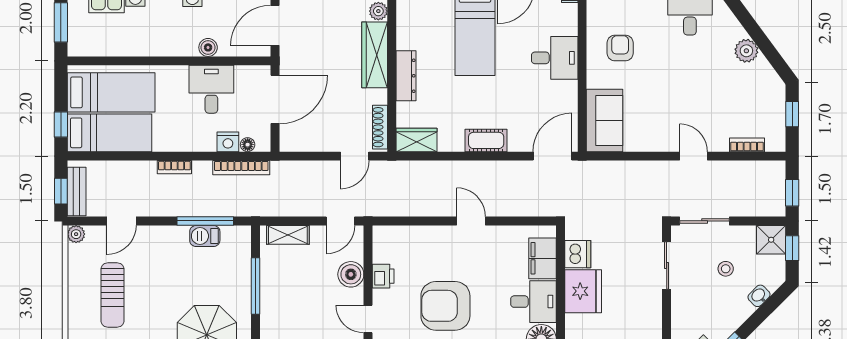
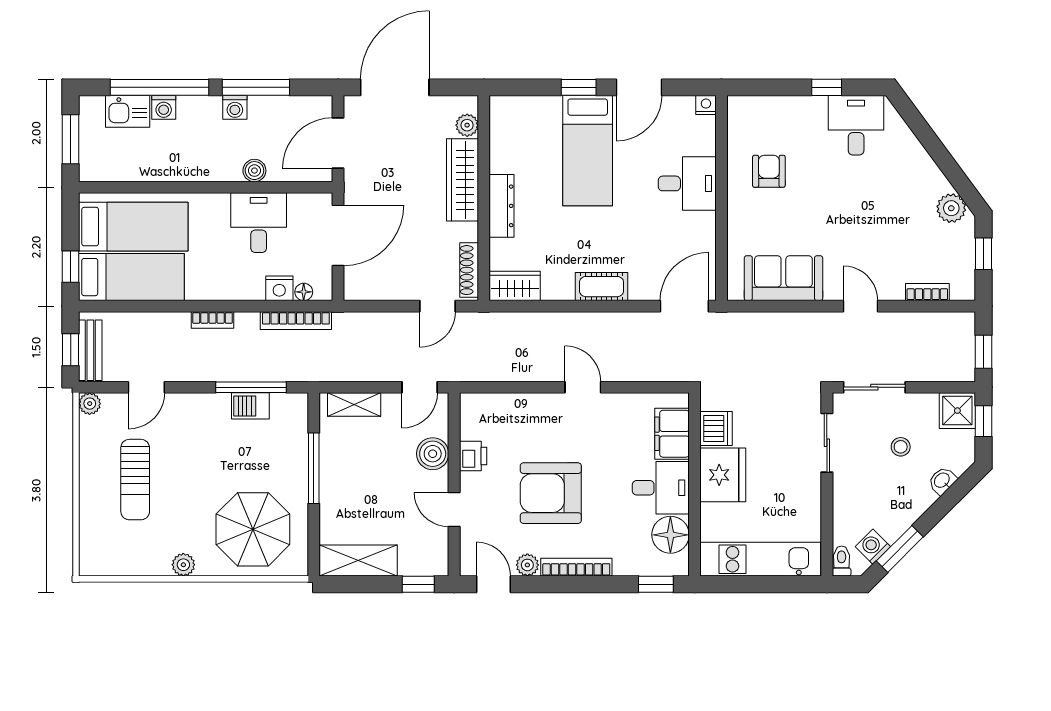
plant: (746, 51) -> (951, 208), moved
sofa: (605, 120) -> (783, 278), moved, turned -90

